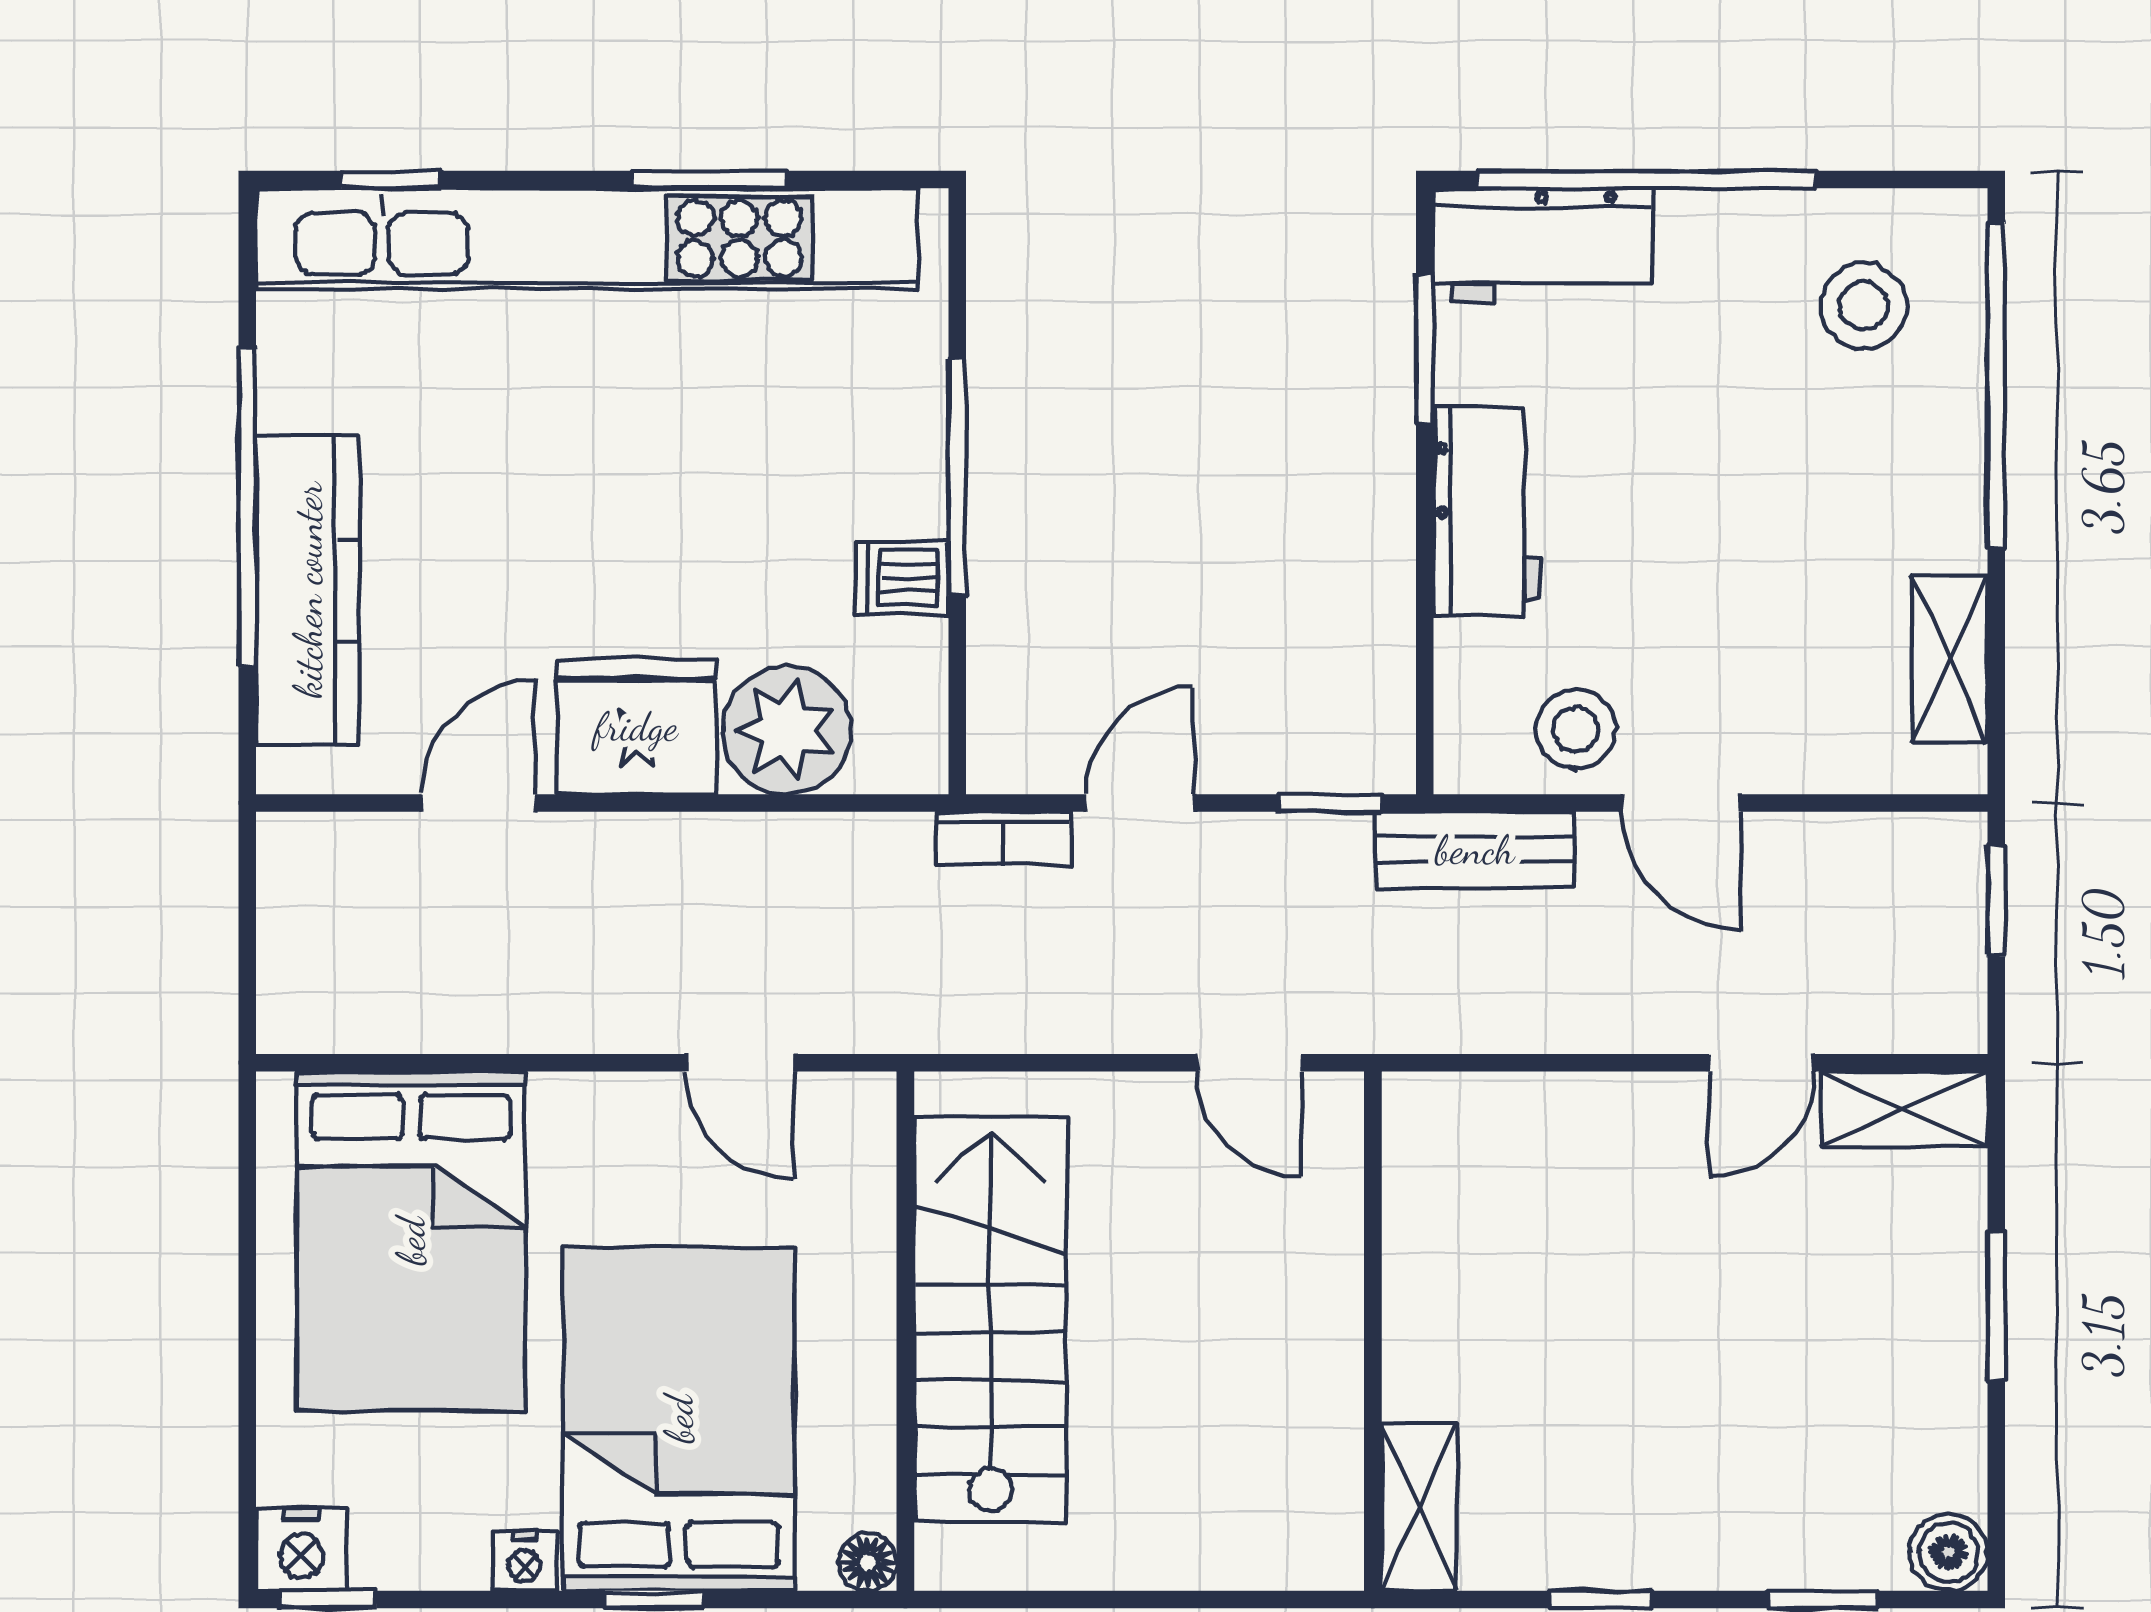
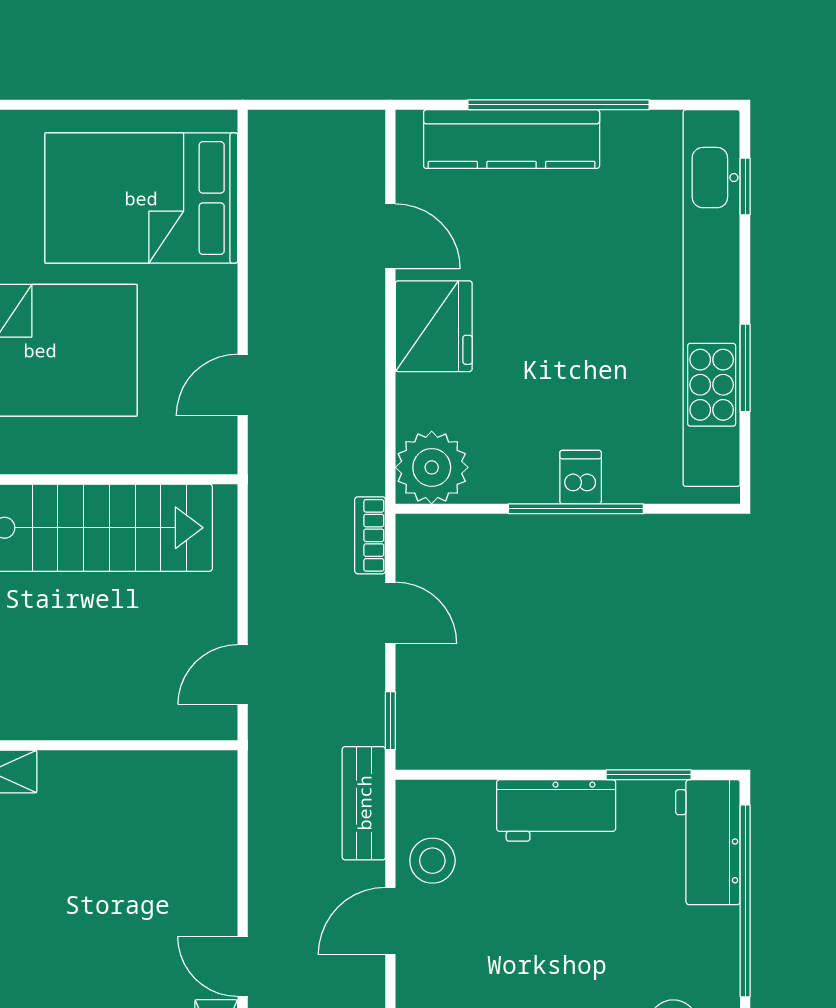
dishwasher: (902, 578) -> (581, 477), moved
plant: (787, 730) -> (432, 467), moved

